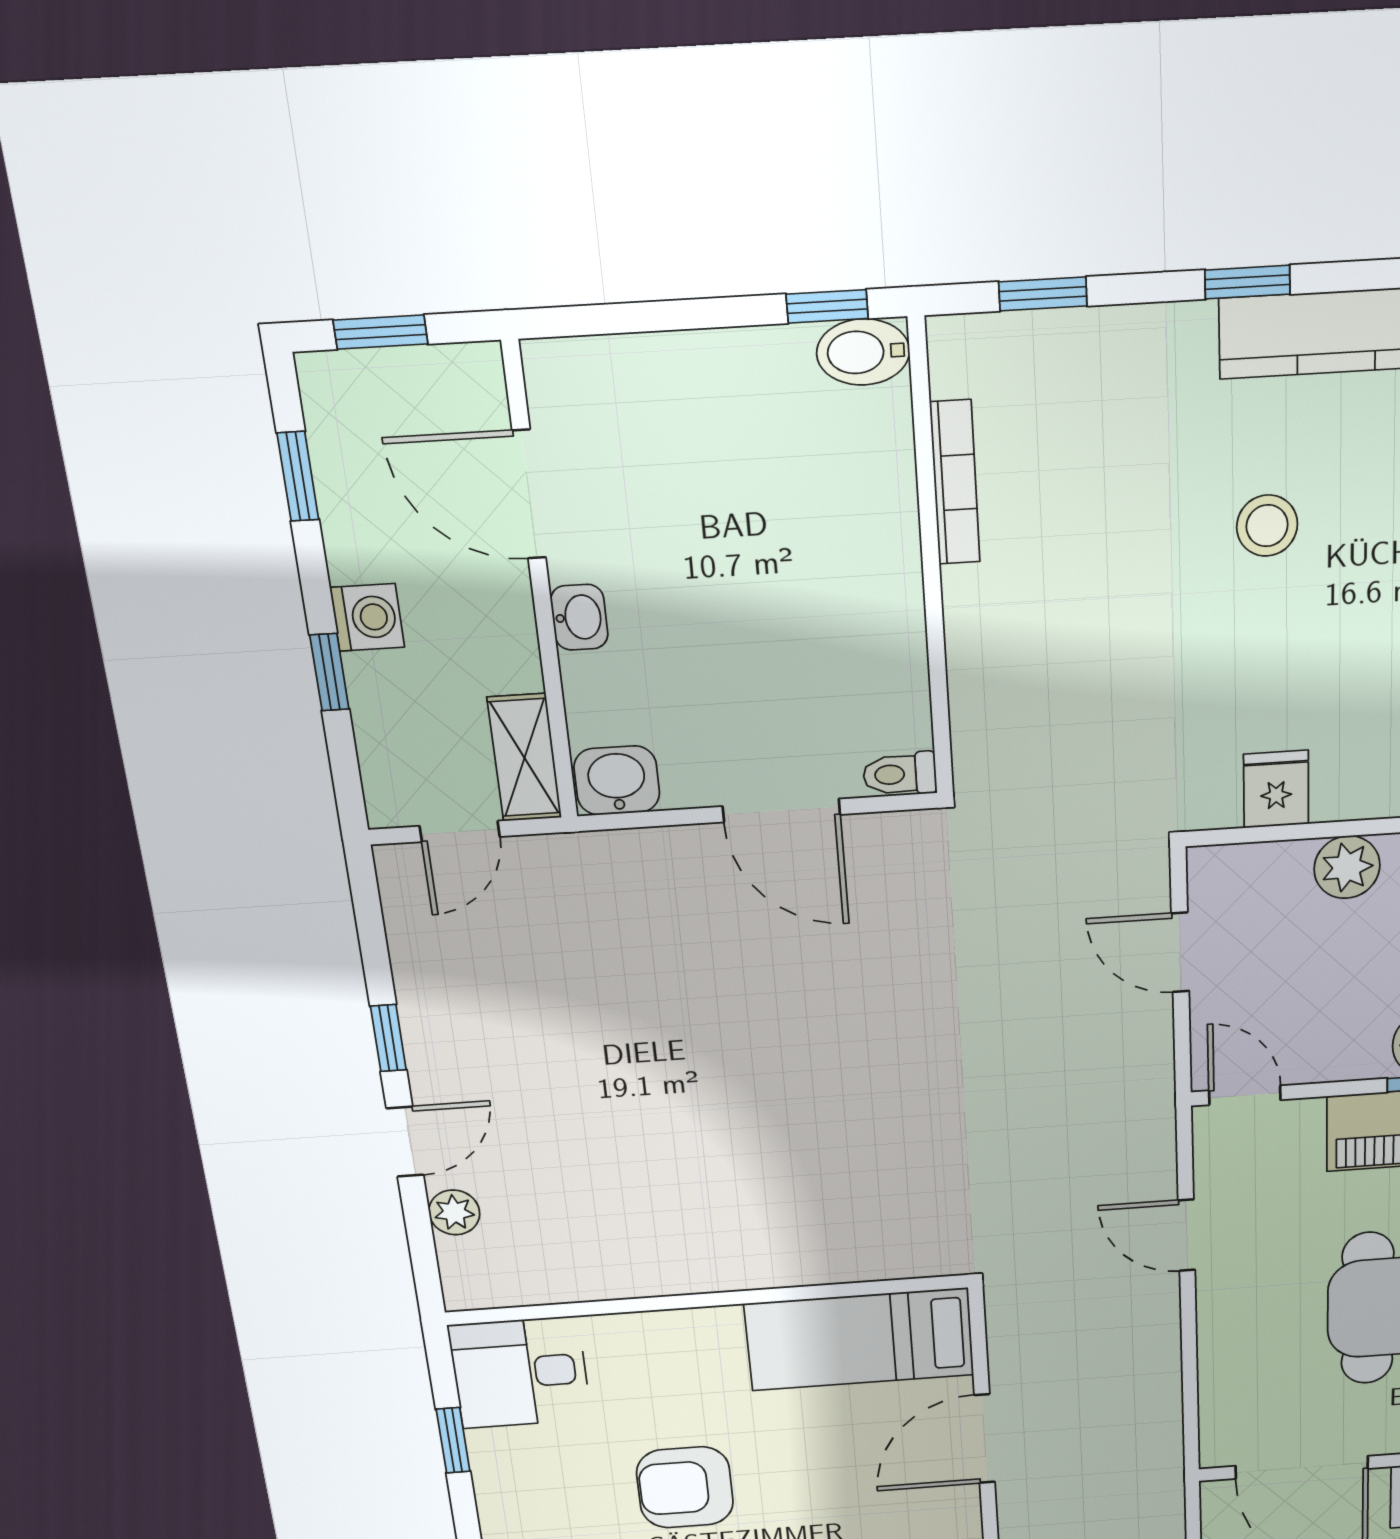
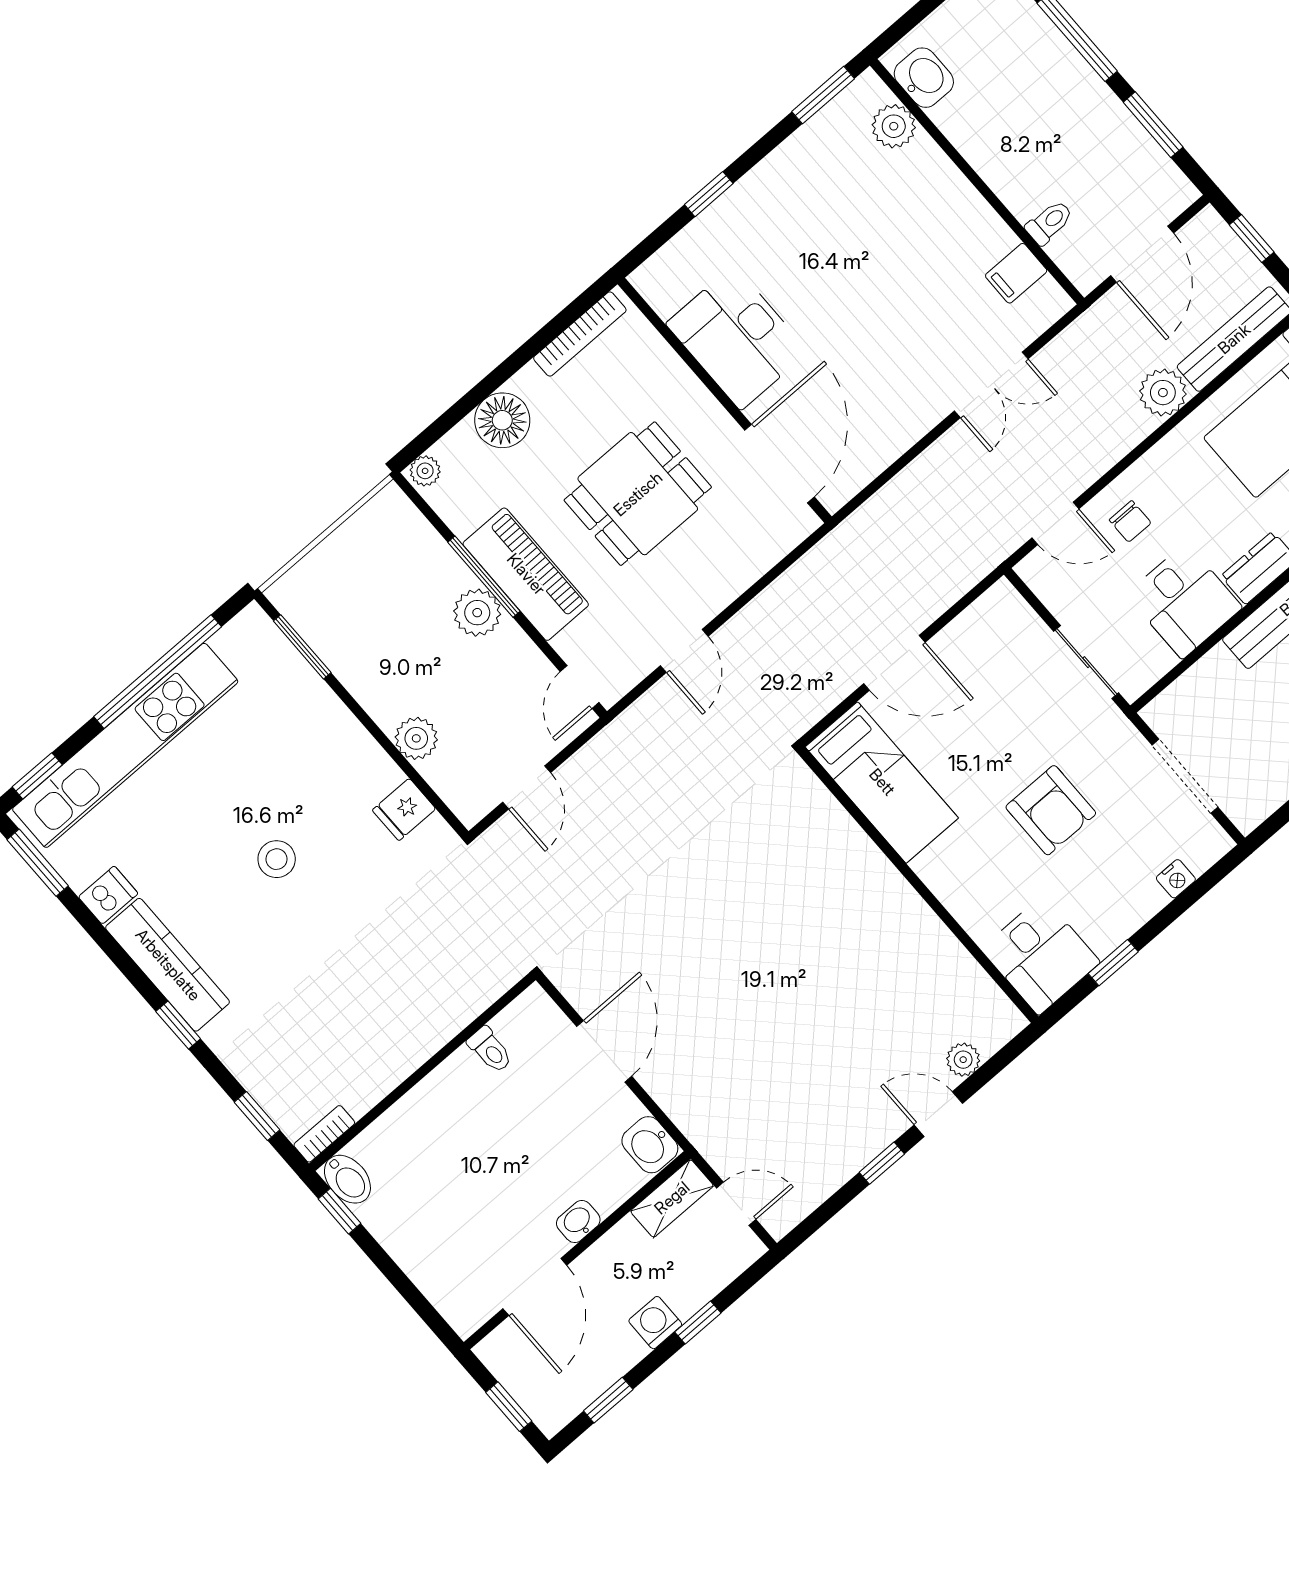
bookcase: (955, 483) -> (324, 1134), moved, width x0.64
stool: (1267, 526) -> (277, 859), moved
toilet: (900, 774) -> (490, 1050), moved

